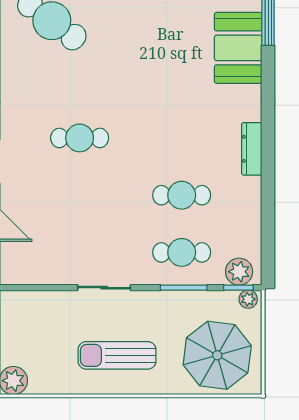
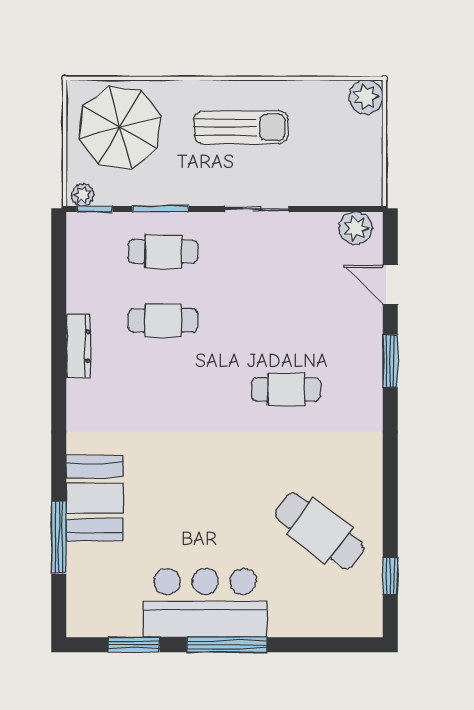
dresser: (252, 149) -> (78, 346), moved
plant: (239, 272) -> (356, 228), moved

